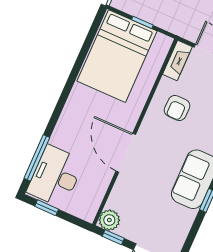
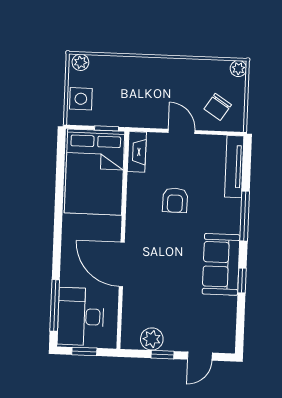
fireplace: (177, 60) -> (137, 152), moved
wall: (135, 132) -> (123, 240), moved
door: (126, 153) -> (122, 264), moved

